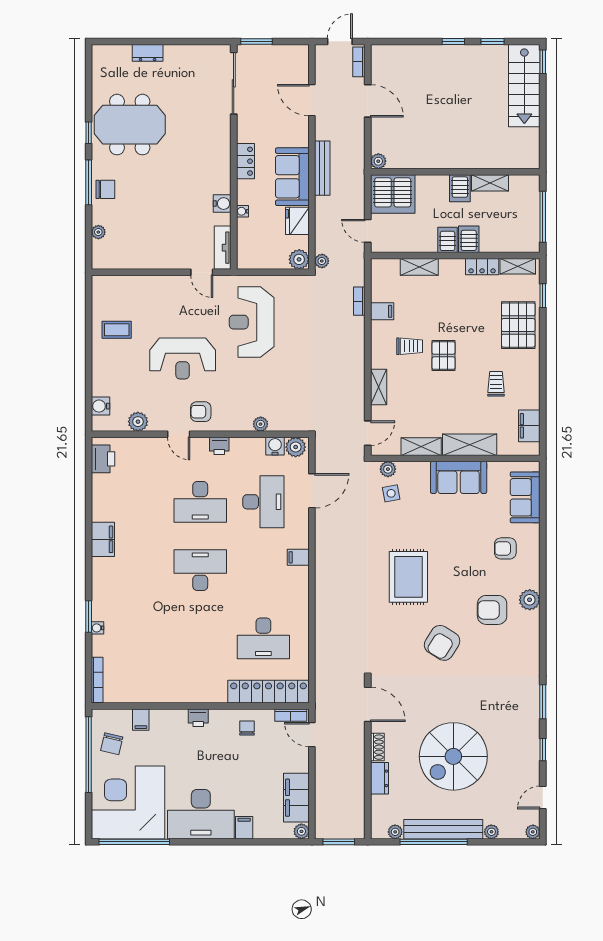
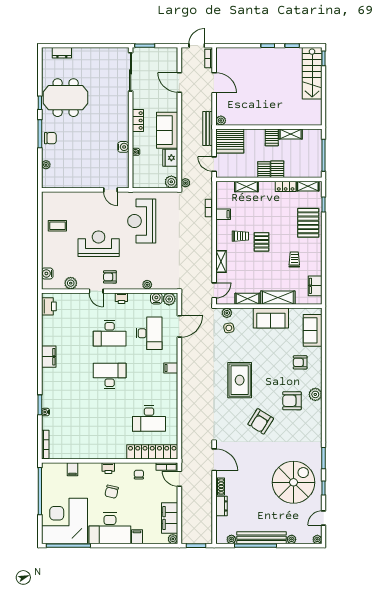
dresser: (148, 53) -> (62, 53), moved
bench: (322, 168) -> (208, 128), moved
tv unit: (223, 248) -> (124, 174), removed
reception desk: (183, 358) -> (99, 244), turned 180
chair: (112, 744) -> (112, 492), moved
spiral stairs: (453, 756) -> (293, 482), moved, turned 180

